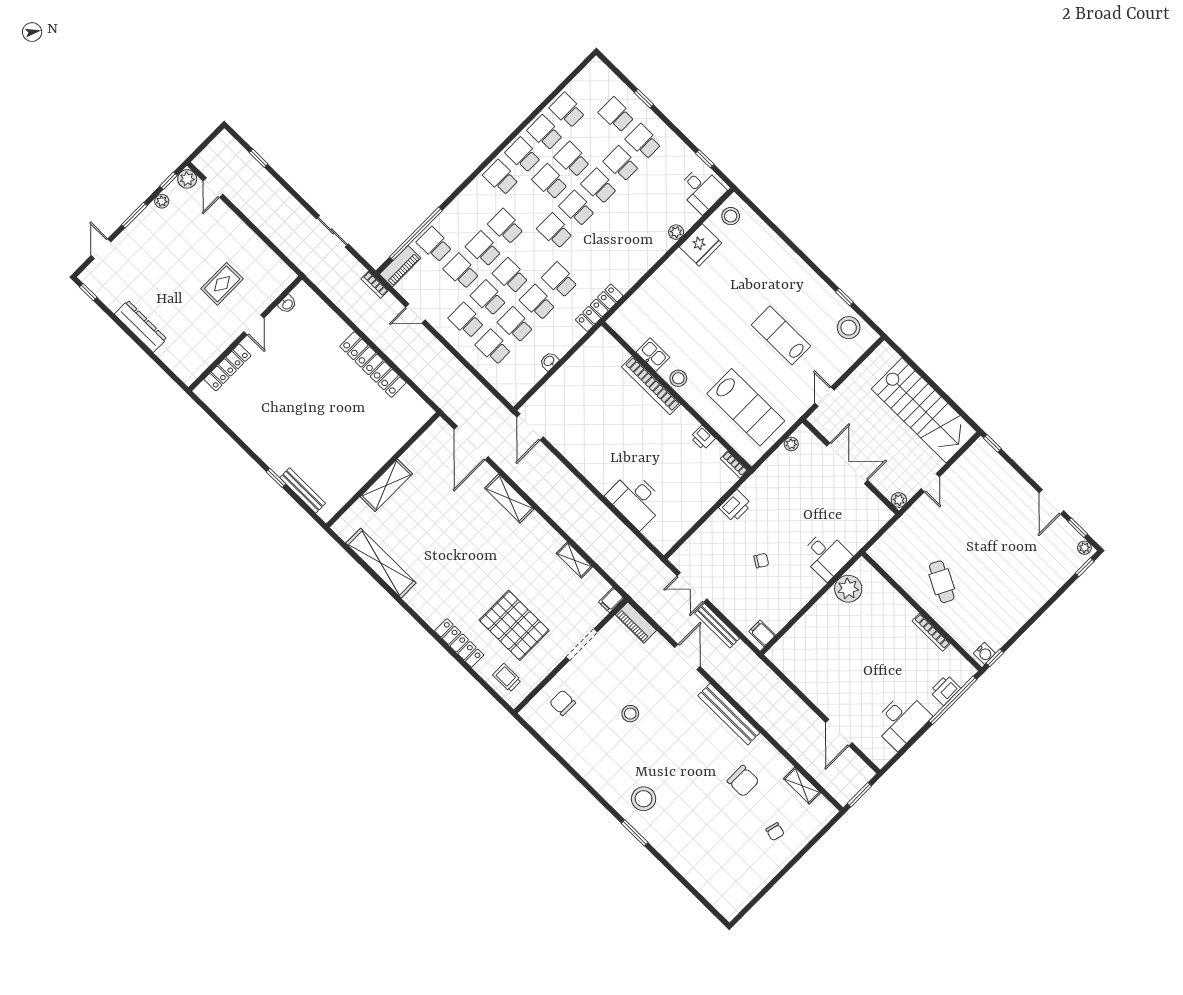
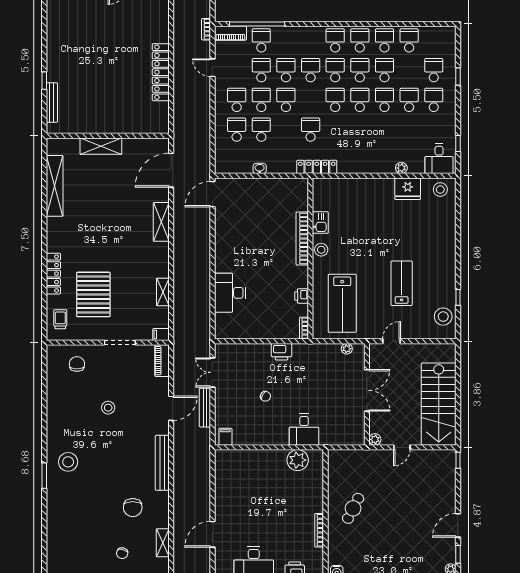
school desk: (538, 302) -> (335, 70), moved

